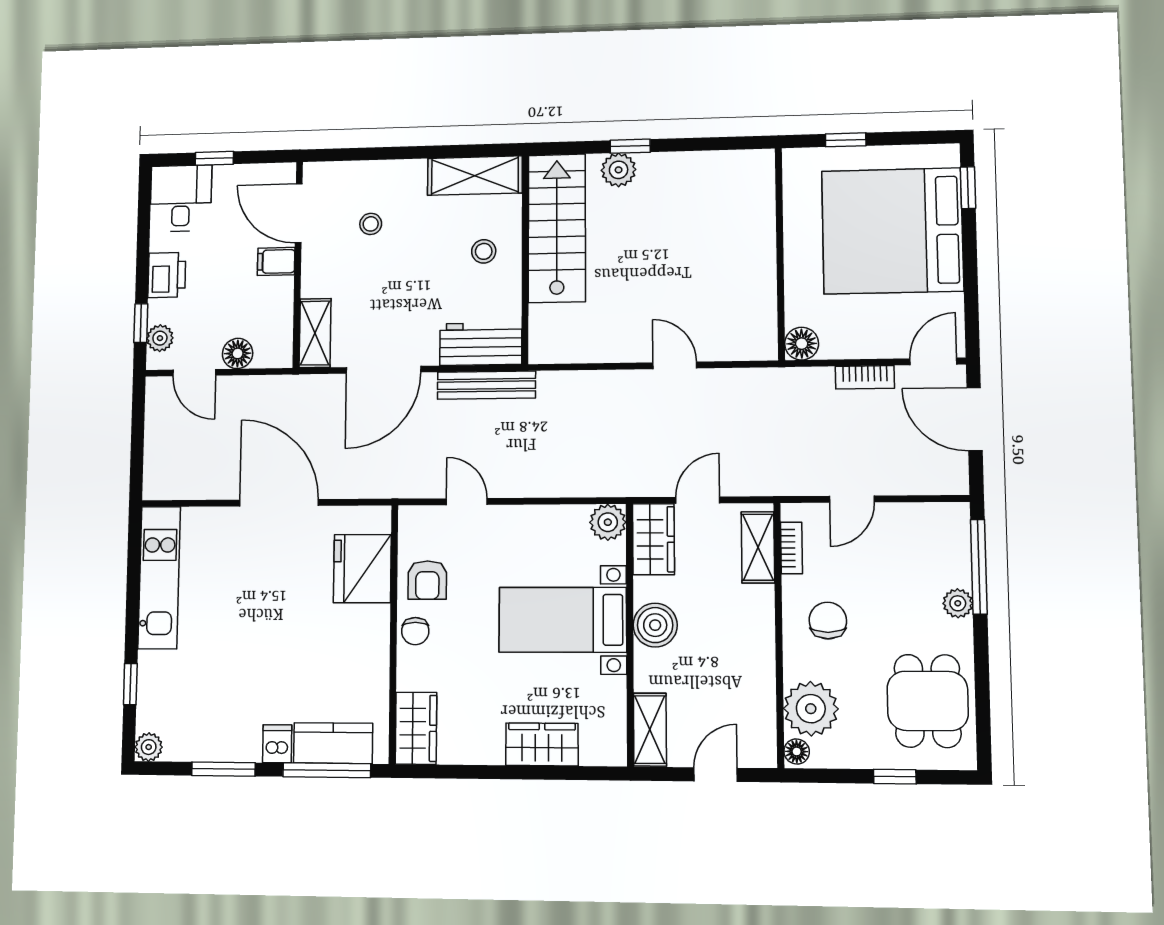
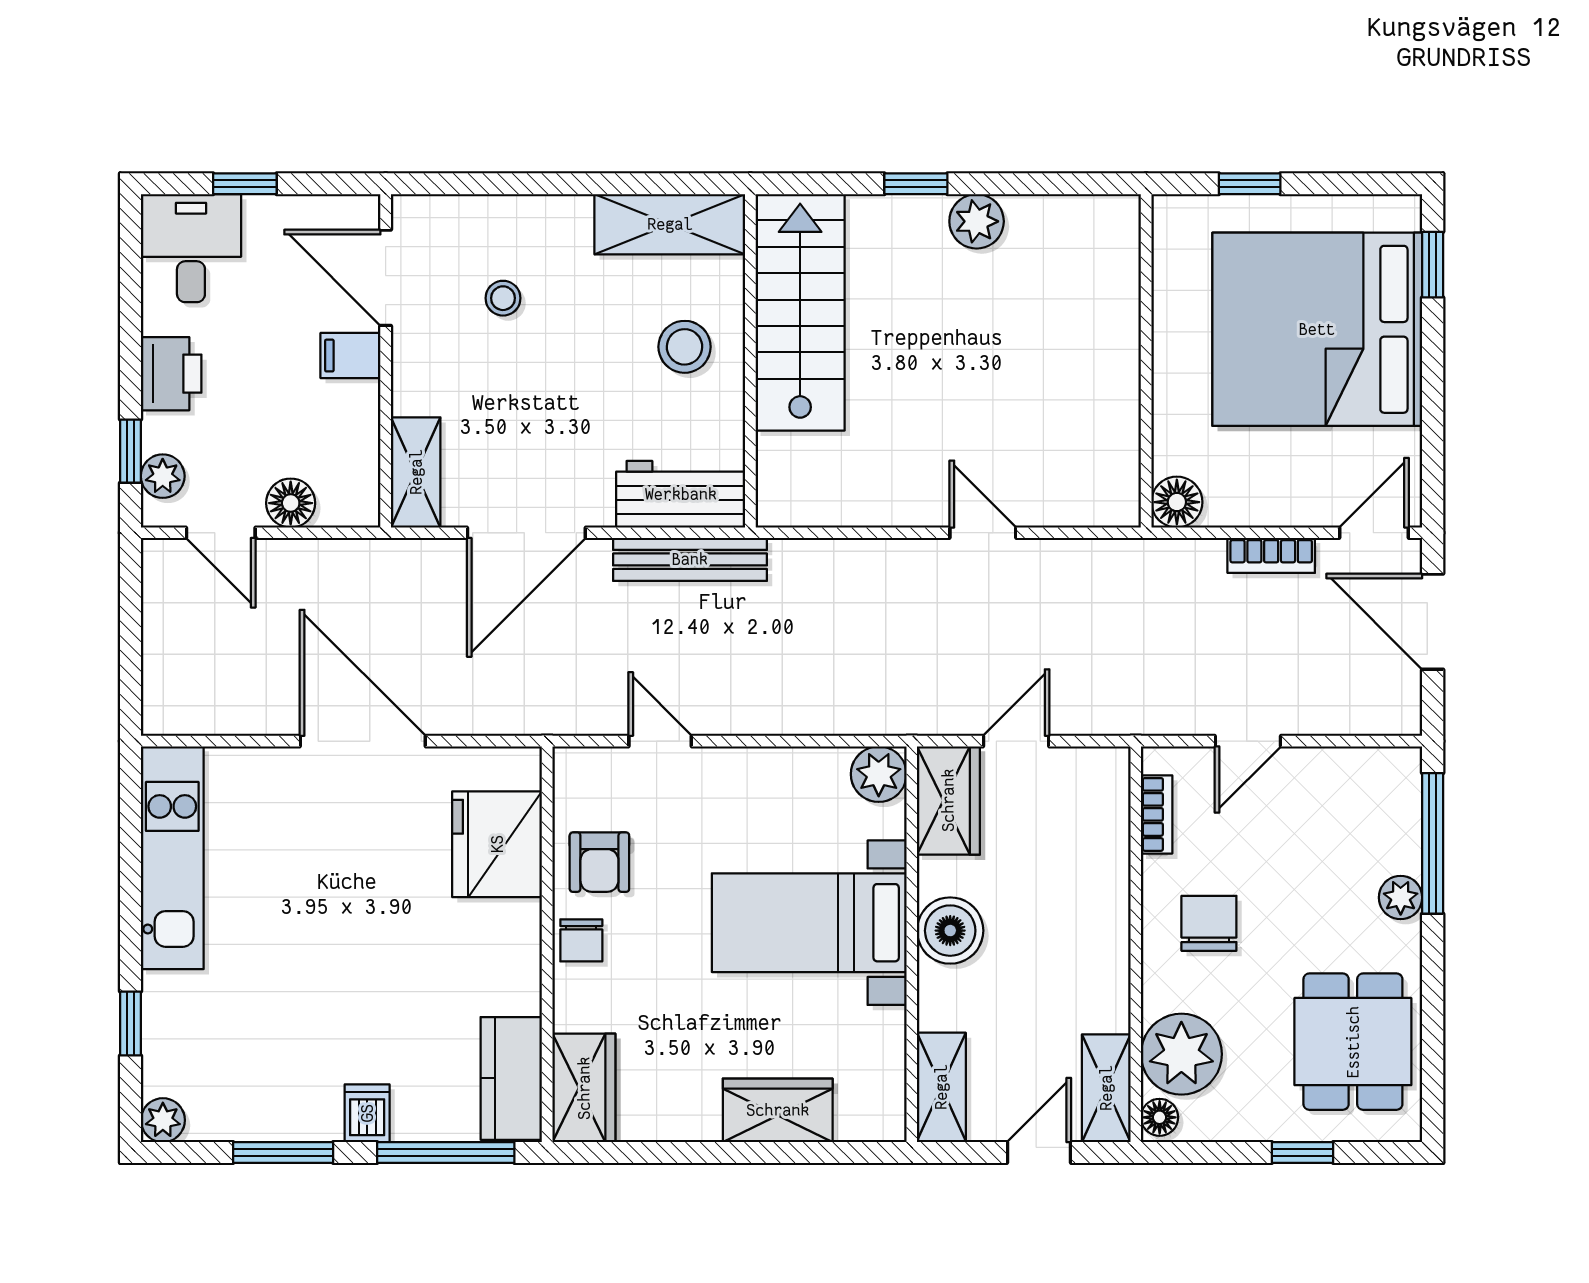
plant: (619, 170) -> (977, 221), moved
stool: (484, 251) -> (685, 347), width x1.37, depth x1.37
shelving: (758, 547) -> (1106, 1088), moved
kitchen counter: (333, 743) -> (511, 1078), moved, turned -90

